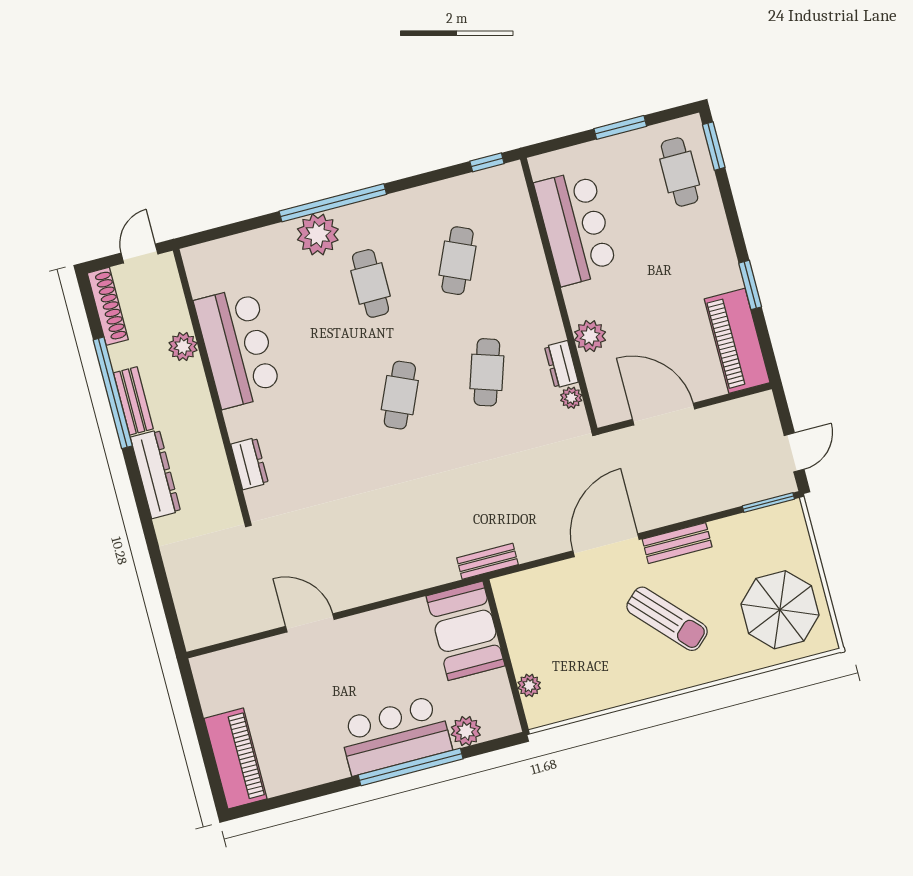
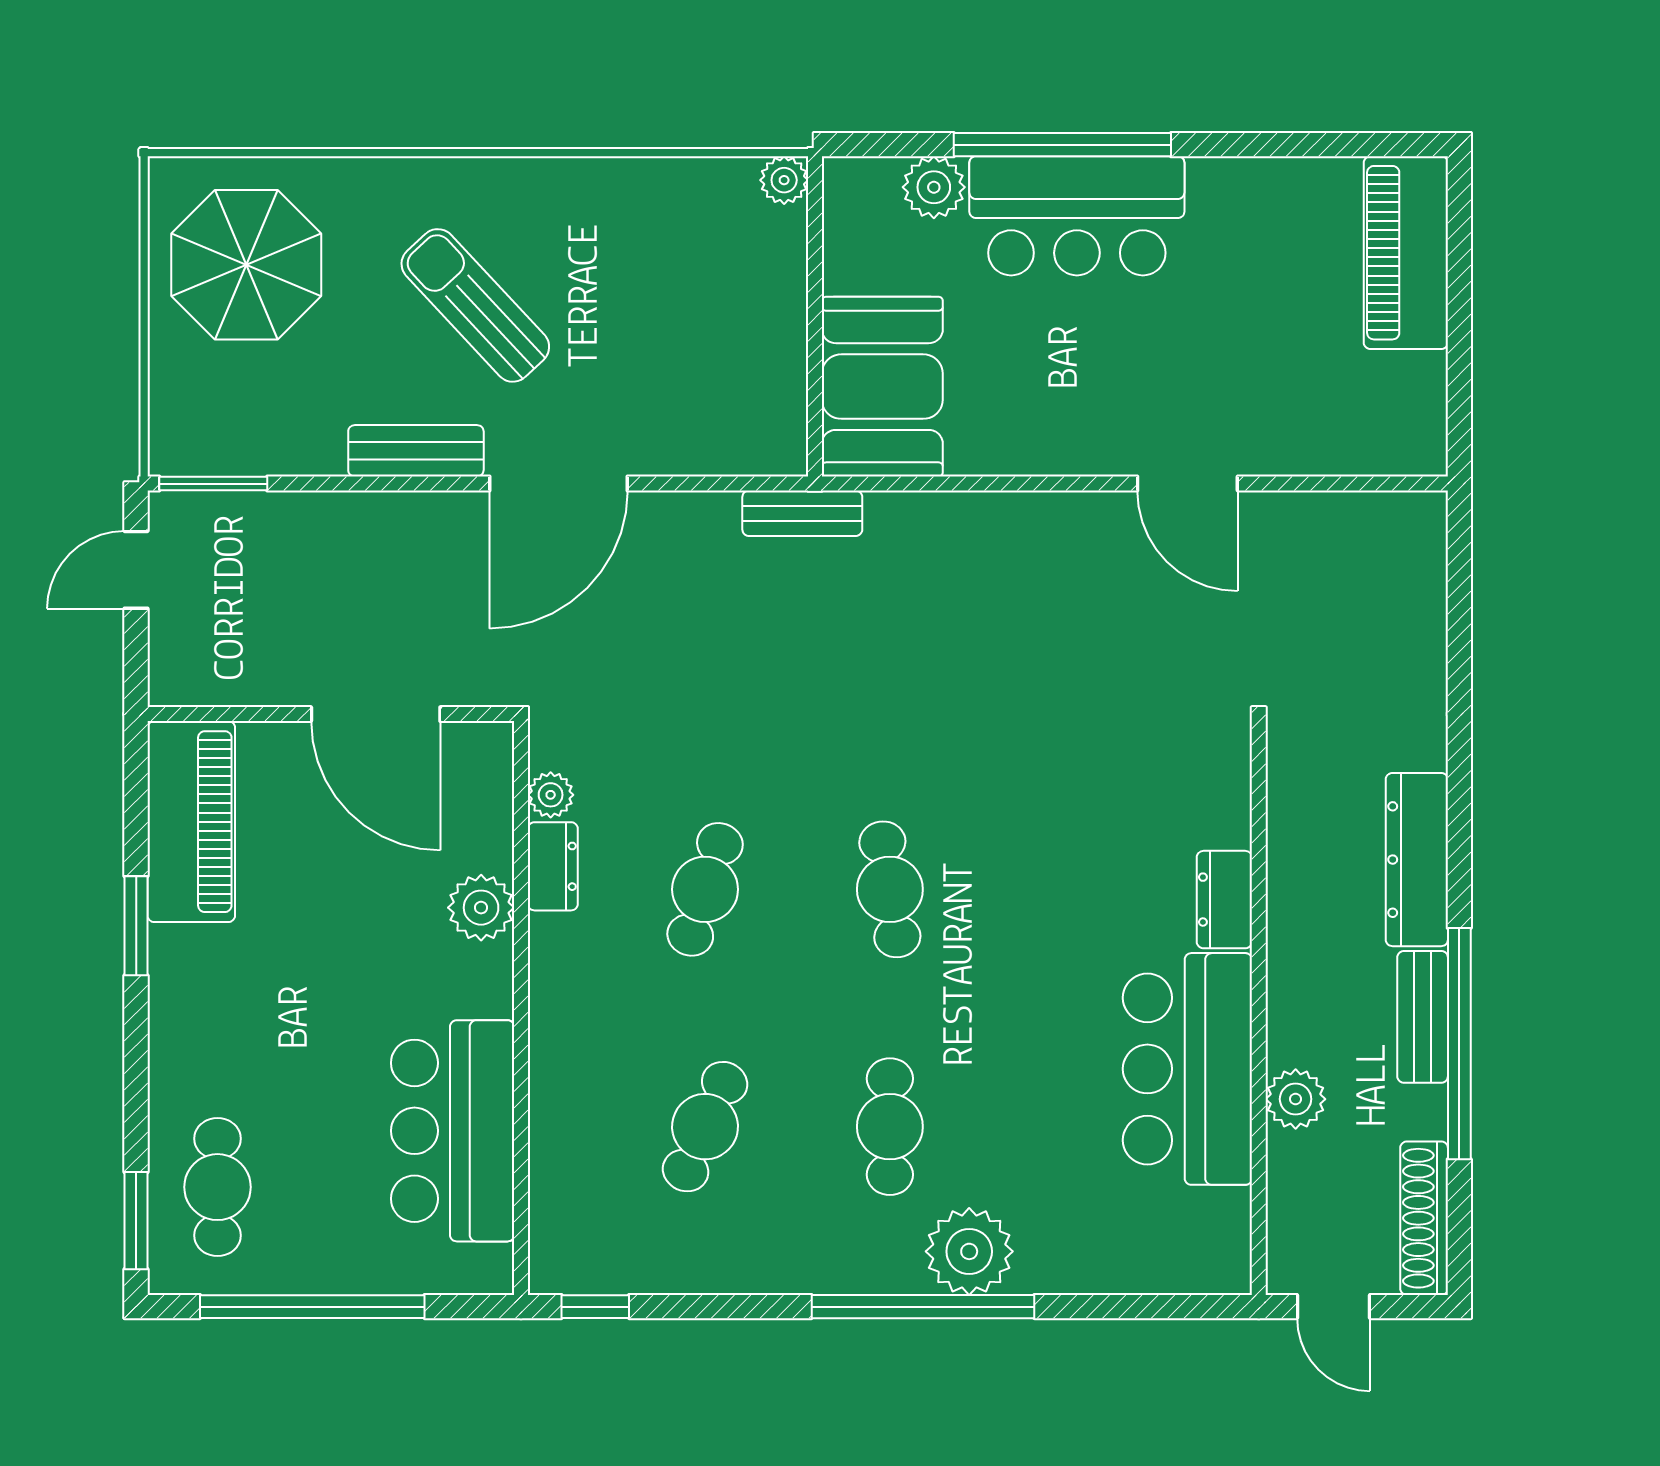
window: (620, 127) -> (312, 1307), width x2.11
door: (139, 254) -> (1334, 1307), hinge flipped
cafe table: (400, 395) -> (890, 889), turned -33
dresser: (250, 464) -> (1224, 900), moved
plant: (529, 685) -> (784, 180), moved

